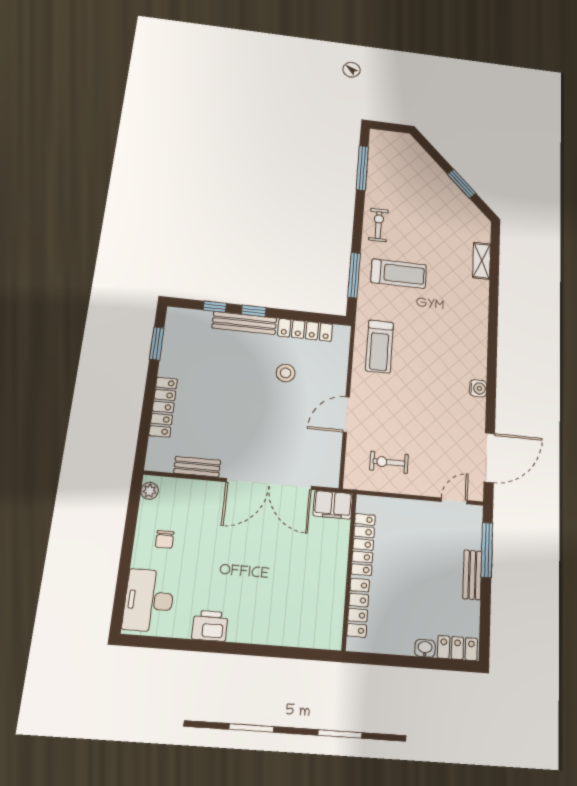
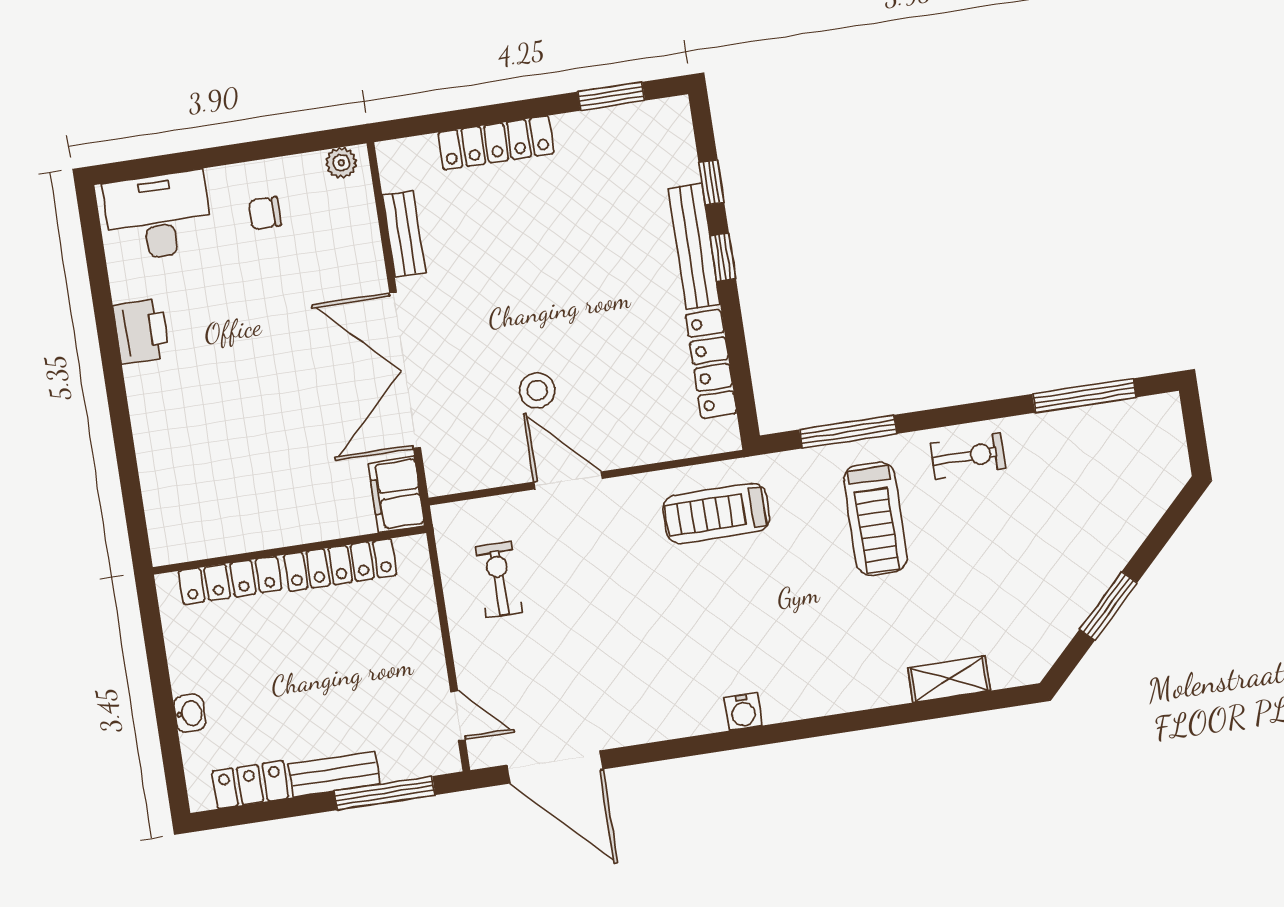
stool: (286, 373) -> (537, 390), moved
water cooler: (478, 388) -> (743, 712), moved
locker: (457, 648) -> (250, 785), moved, turned -90

